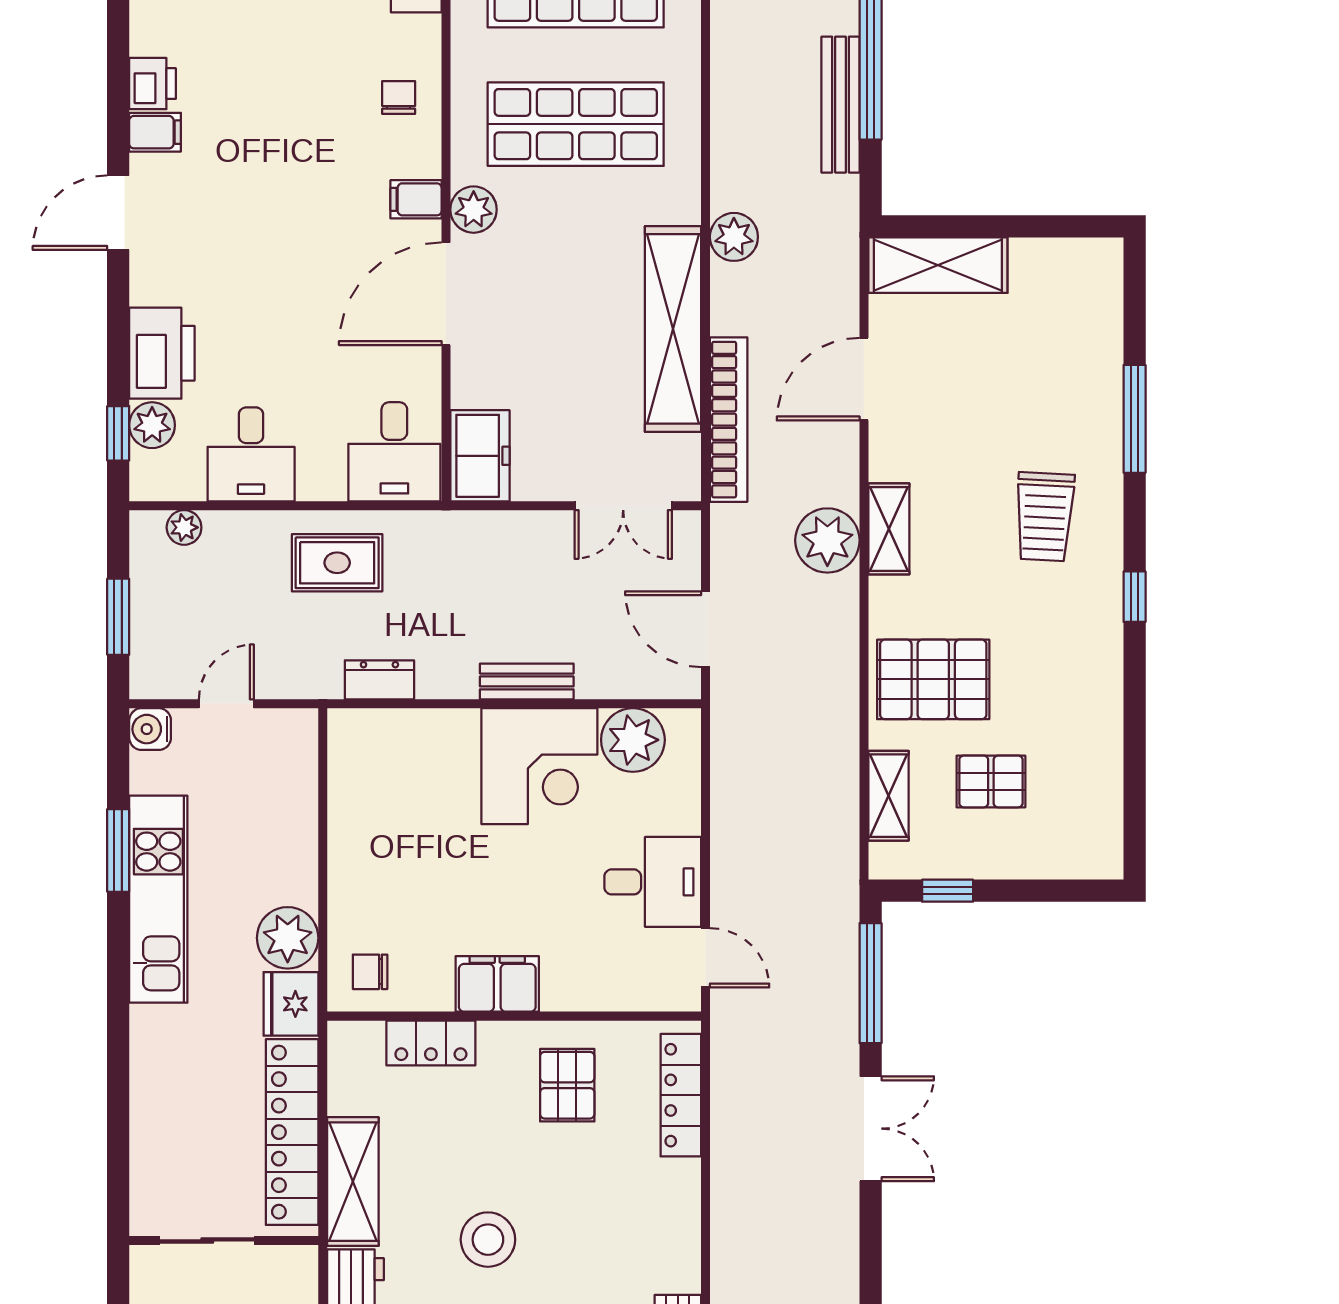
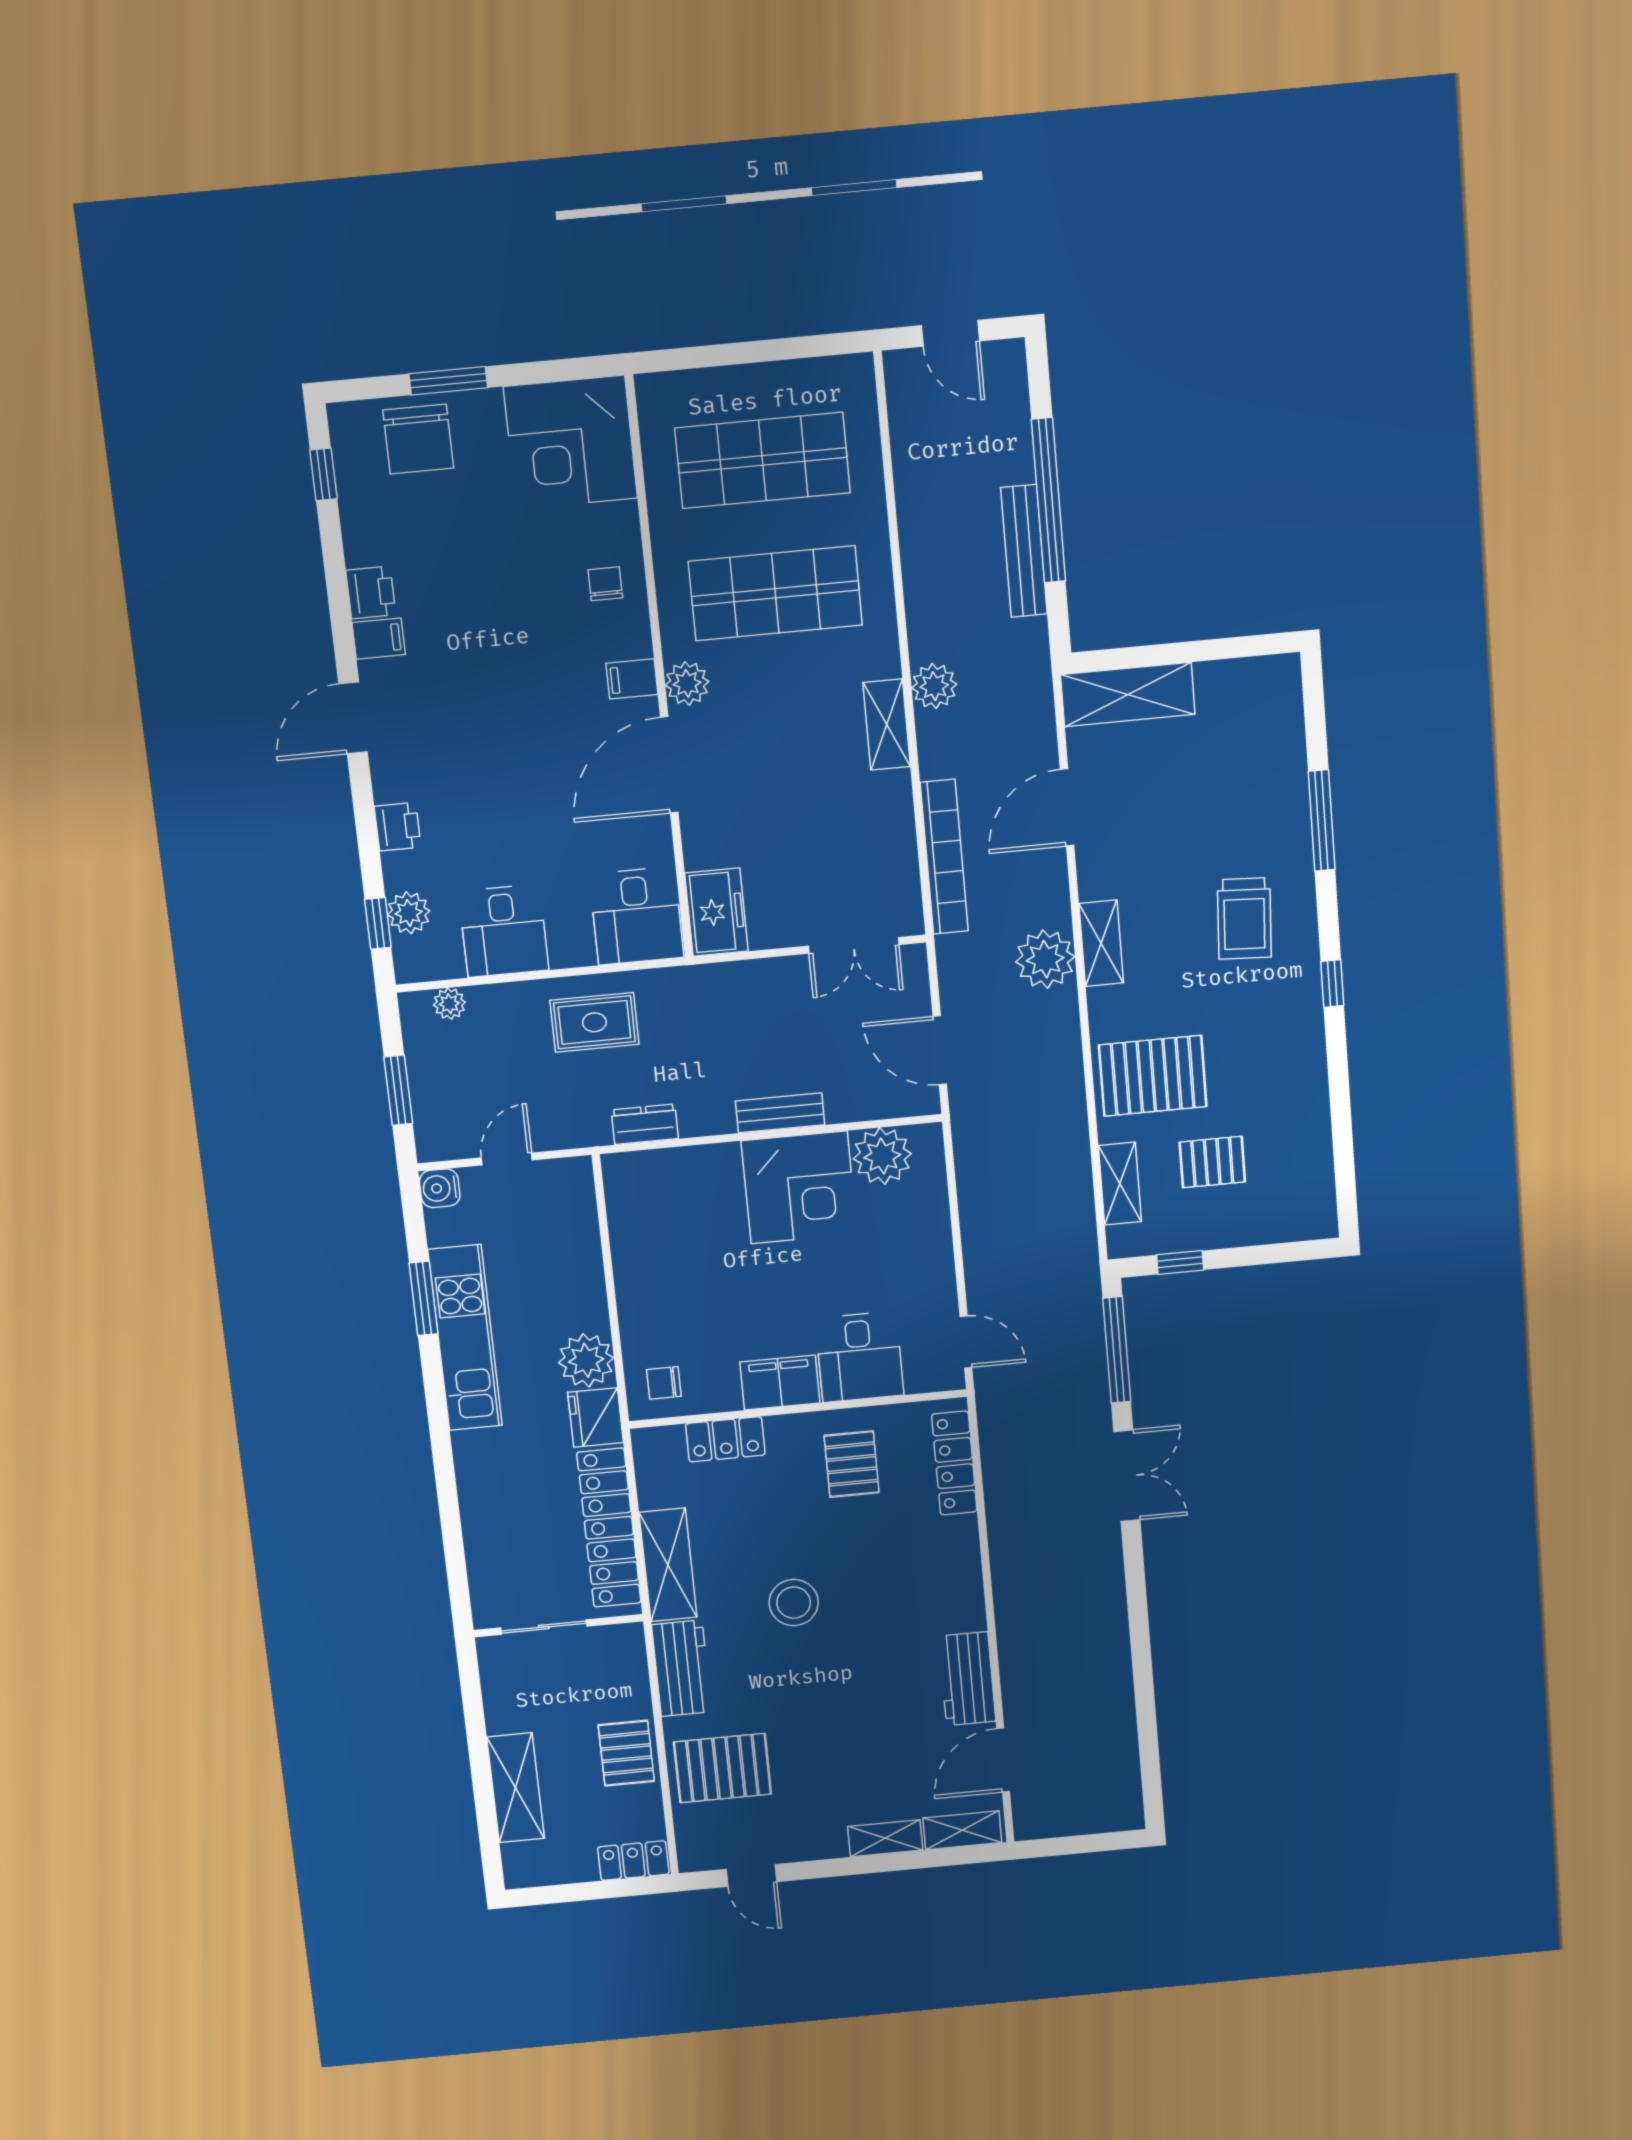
shelving: (673, 329) -> (887, 725), width x0.45, depth x0.75
printer: (162, 353) -> (398, 827), width x0.53, depth x0.68
desk: (653, 882) -> (859, 1357), moved, turned 90

